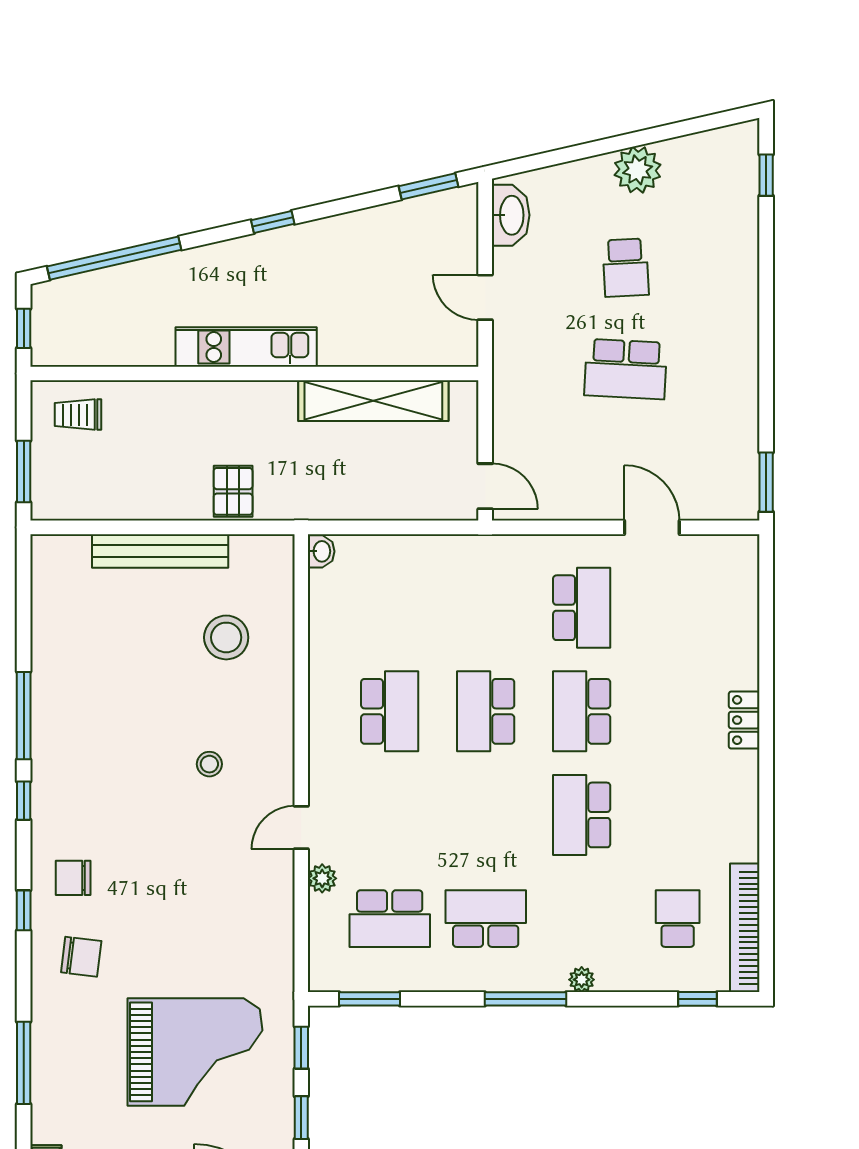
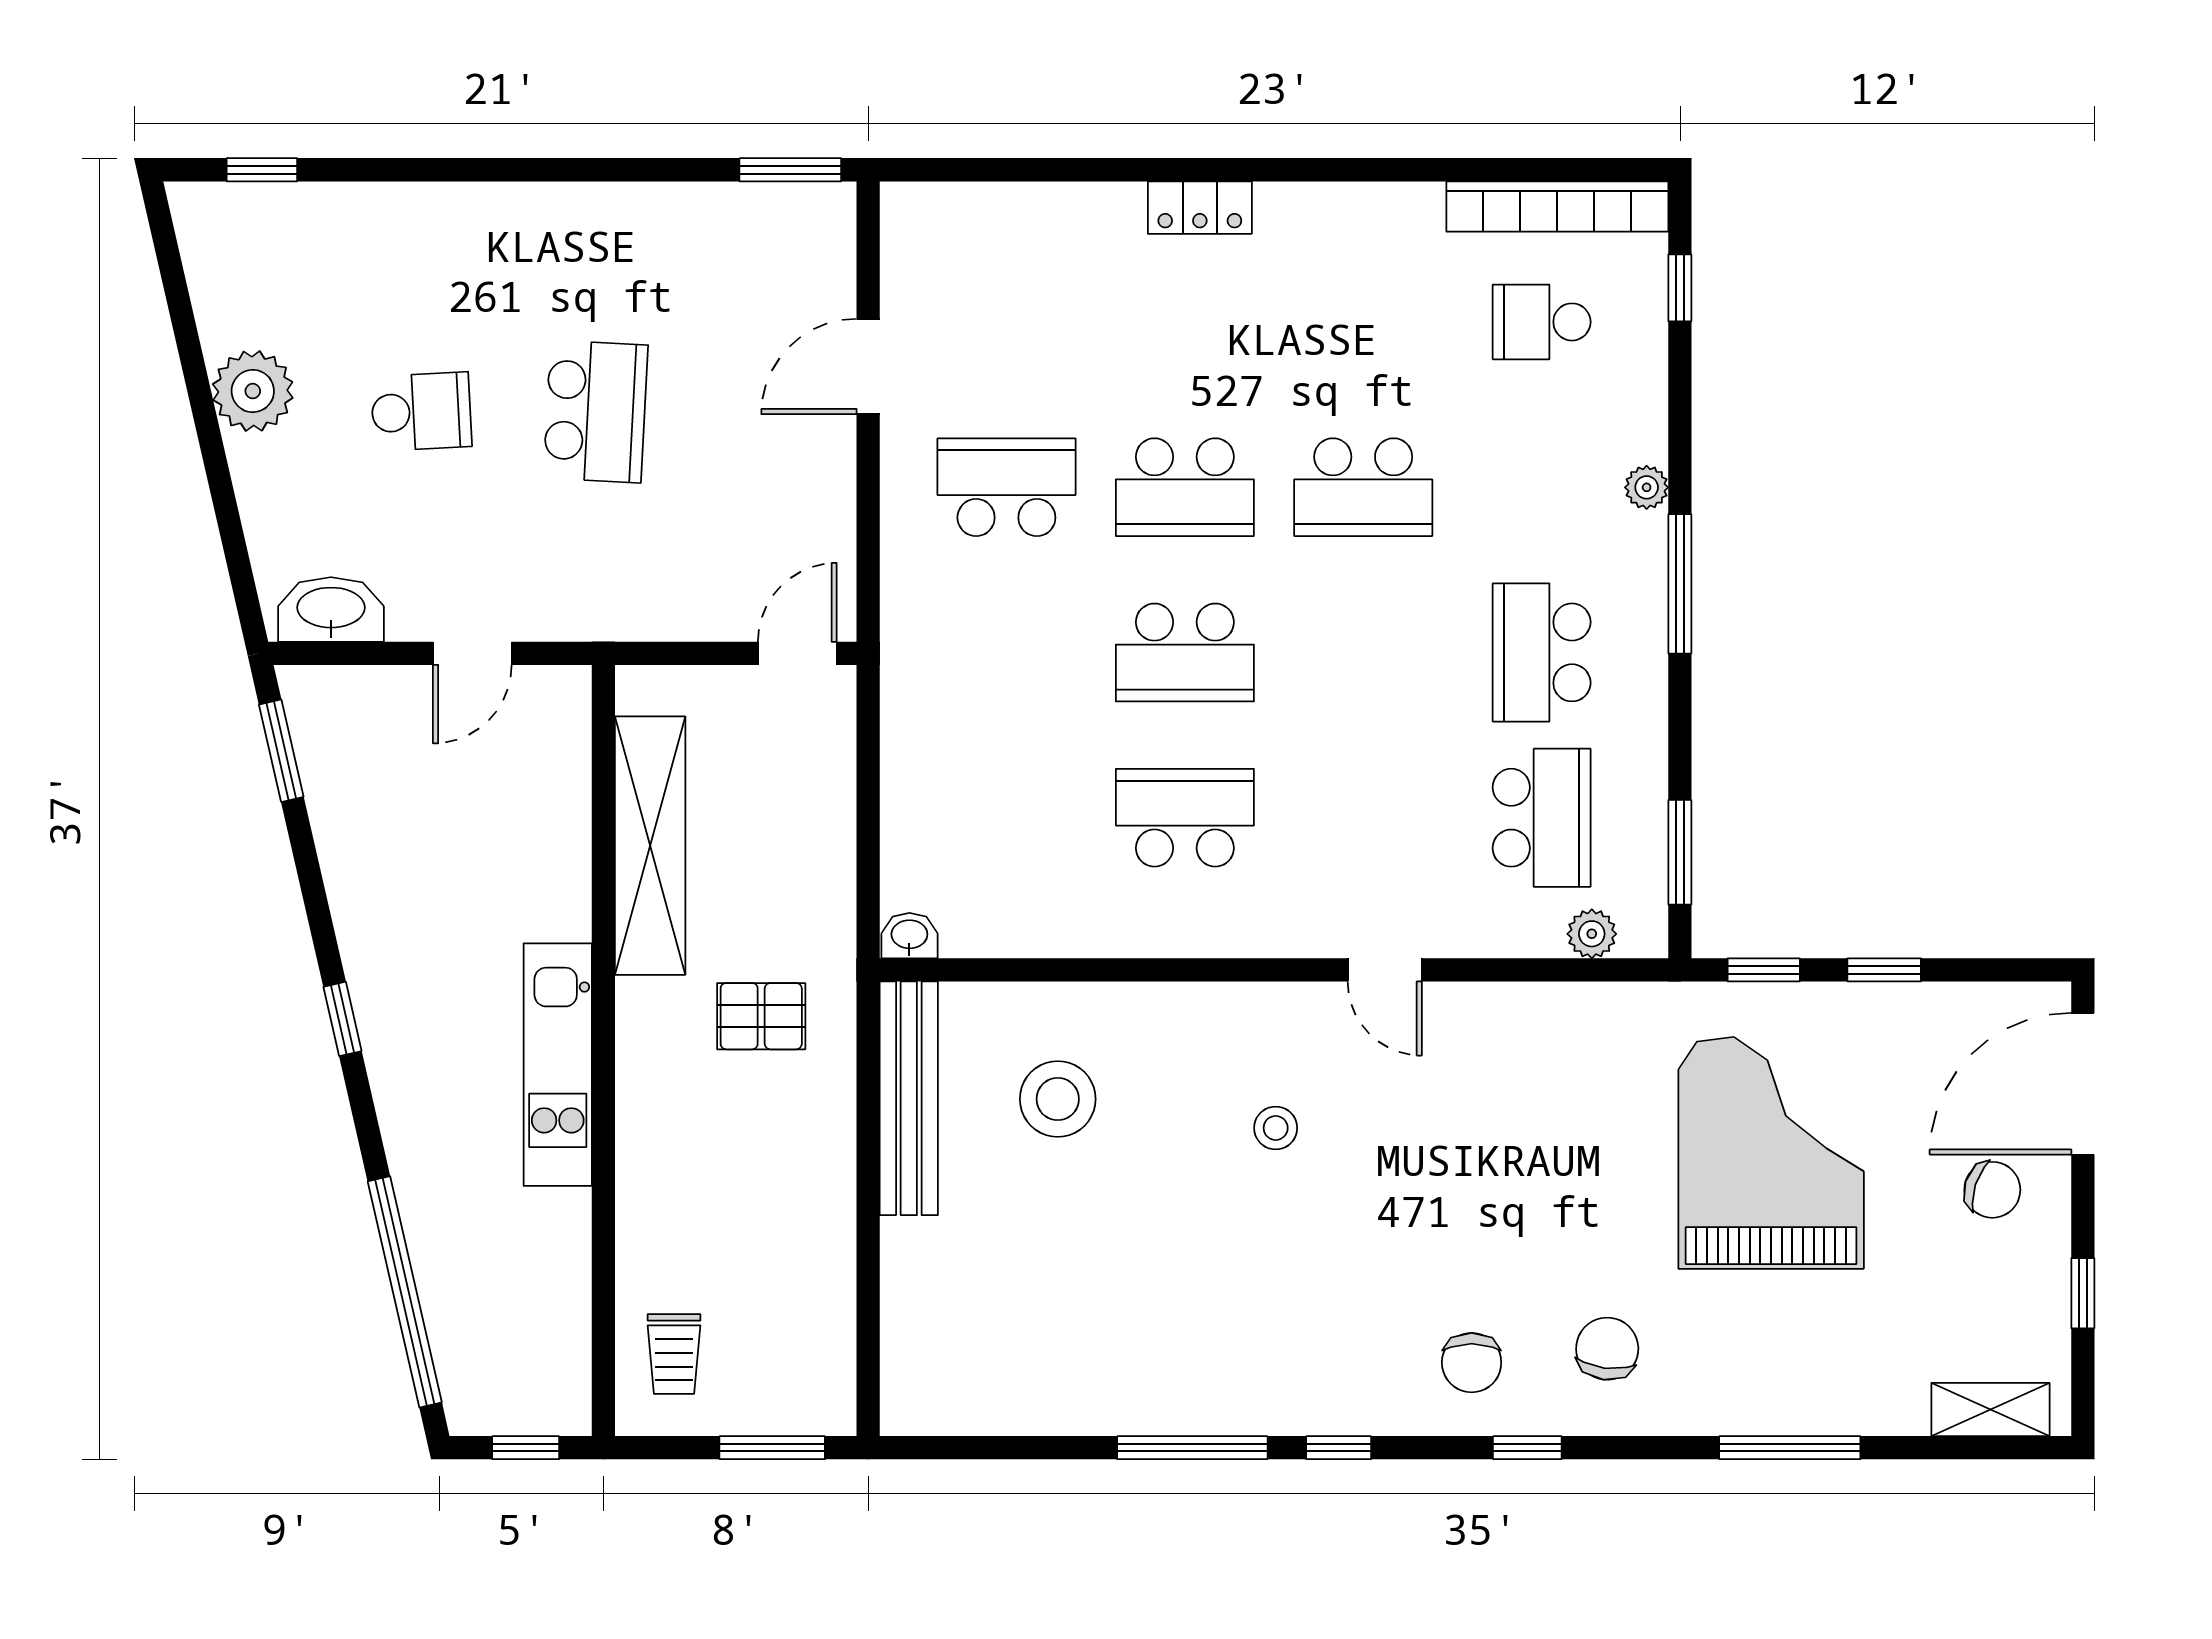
pallet: (233, 491) -> (761, 1016), moved
bench: (160, 551) -> (909, 1098), moved
plant: (322, 878) -> (1592, 934), moved

